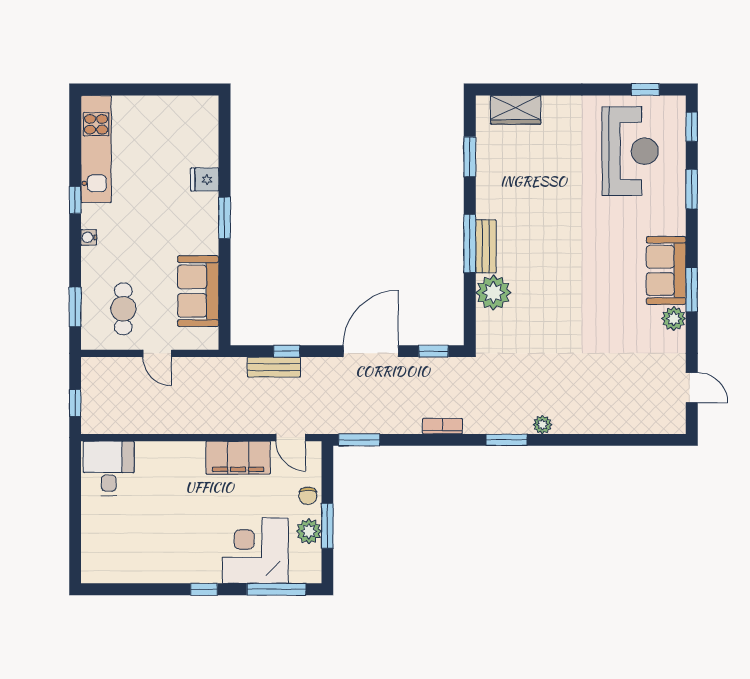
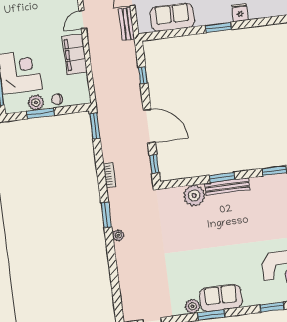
window: (470, 244) -> (222, 177), width x0.69
bench: (486, 246) -> (227, 187), width x1.36
bench: (274, 367) -> (126, 24), moved
door: (291, 438) -> (83, 20), moved

